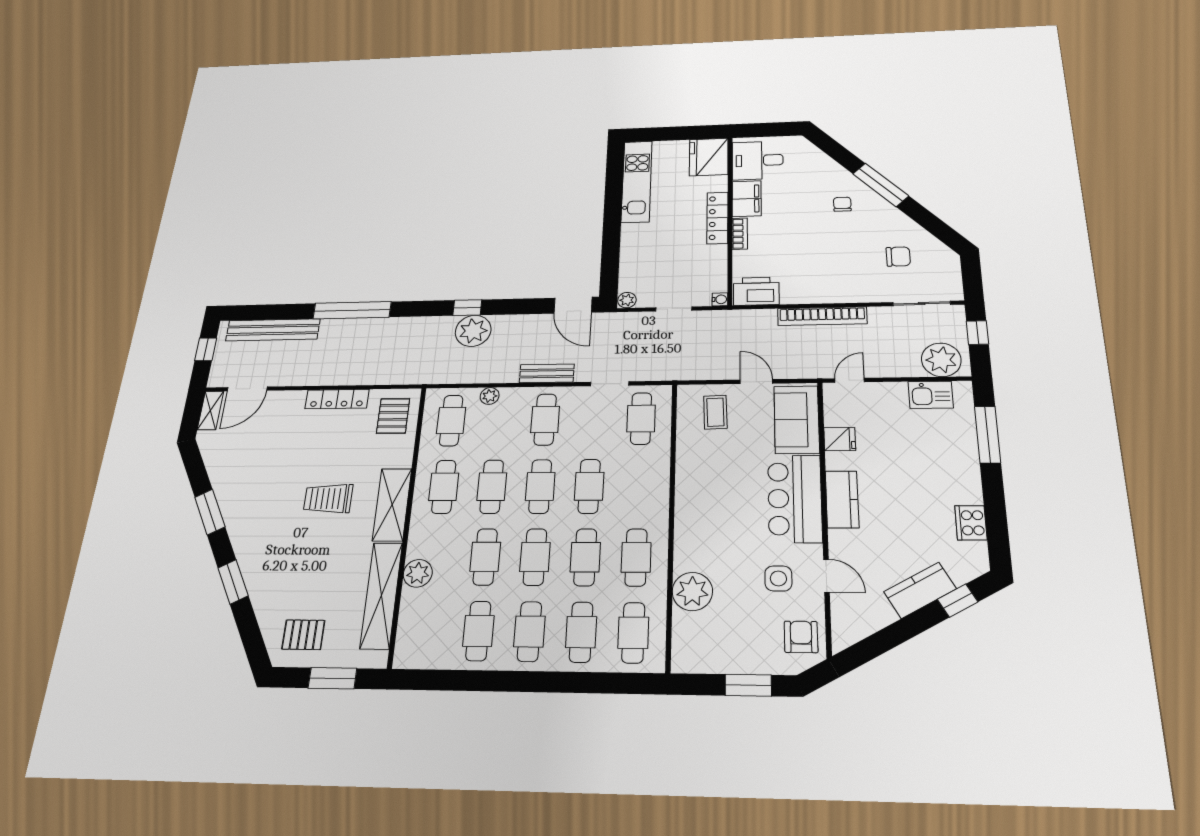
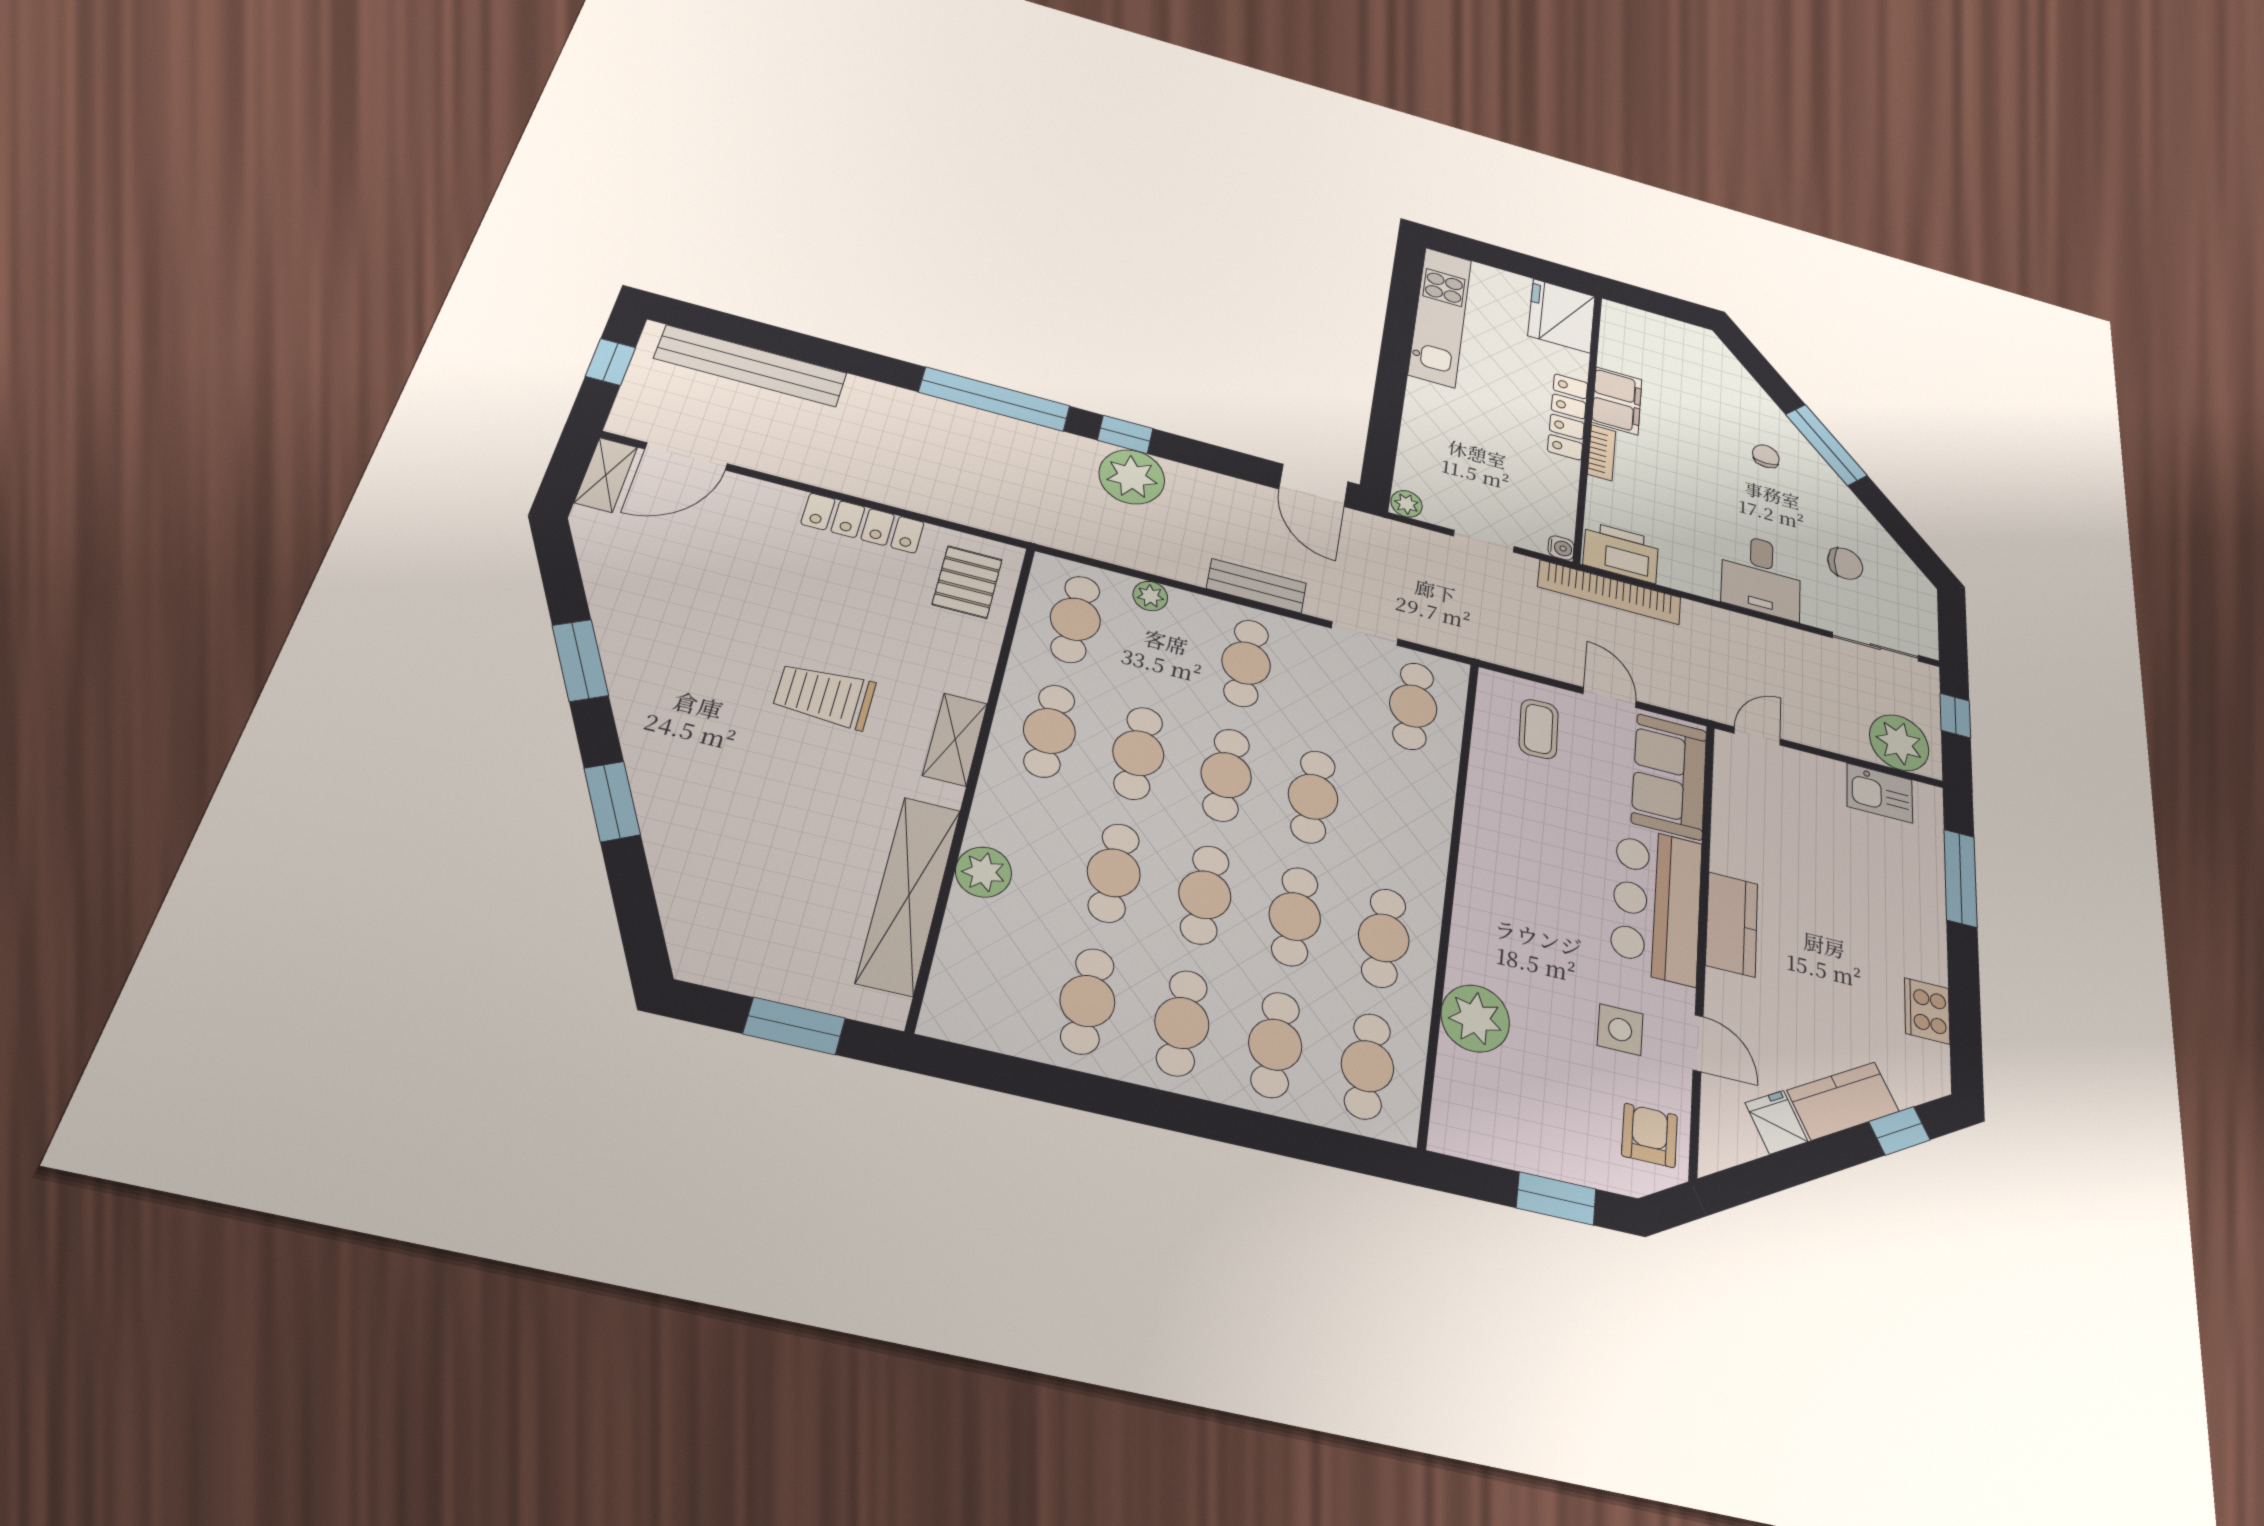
desk: (758, 160) -> (1761, 576), moved, turned -90
window: (352, 310) -> (995, 399), moved
bookcase: (822, 316) -> (1610, 592), moved
fridge: (840, 439) -> (1776, 1122), moved, turned -119
shelving: (392, 505) -> (955, 739), width x0.67, depth x0.75
pallet: (303, 635) -> (745, 933), removed

